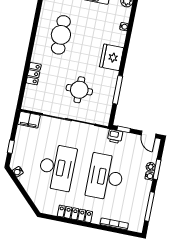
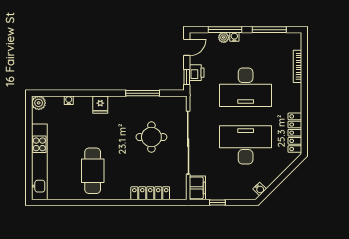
cafe table: (61, 35) -> (93, 171), turned 90
fridge: (112, 57) -> (100, 105), width x0.53, depth x0.75
locker: (34, 74) -> (150, 193), width x1.53
printer: (115, 136) -> (197, 73), moved
window: (11, 147) -> (217, 202), moved
window: (157, 169) -> (225, 30), width x1.44
locker: (75, 214) -> (295, 133), moved

